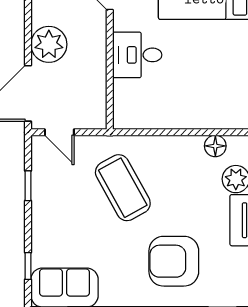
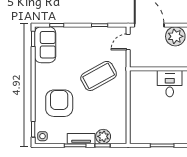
floor lamp: (215, 146) -> (121, 125), removed
side table: (235, 292) -> (42, 136), added

